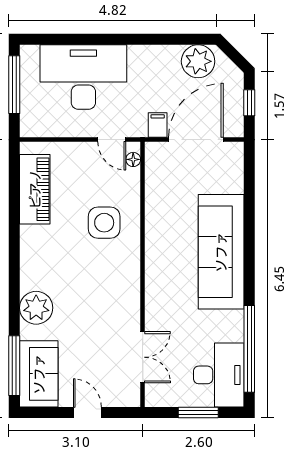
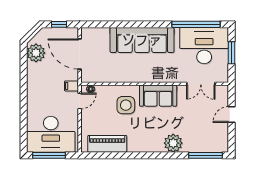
desk: (83, 77) -> (51, 134), moved, turned -90
filing cabinet: (158, 125) -> (71, 86), moved
double door: (143, 357) -> (201, 84), swing flipped
sofa: (39, 374) -> (158, 96), moved, turned 180
desk: (219, 375) -> (204, 46), width x1.36, depth x1.30

